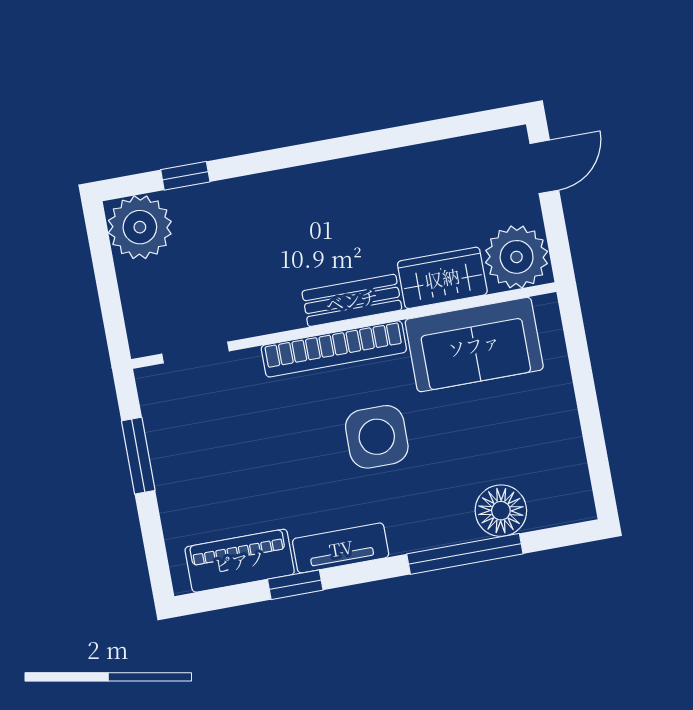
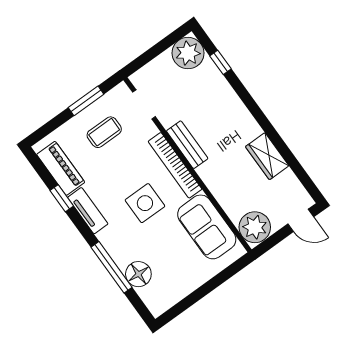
wardrobe: (442, 278) -> (267, 156), moved, turned 180
bench: (352, 300) -> (187, 145), moved
coffee table: (211, 449) -> (104, 132), added

